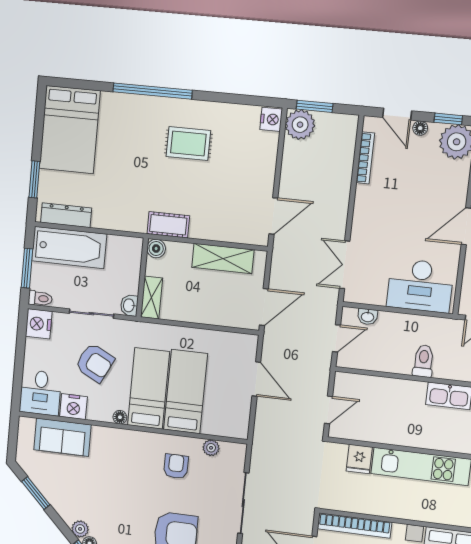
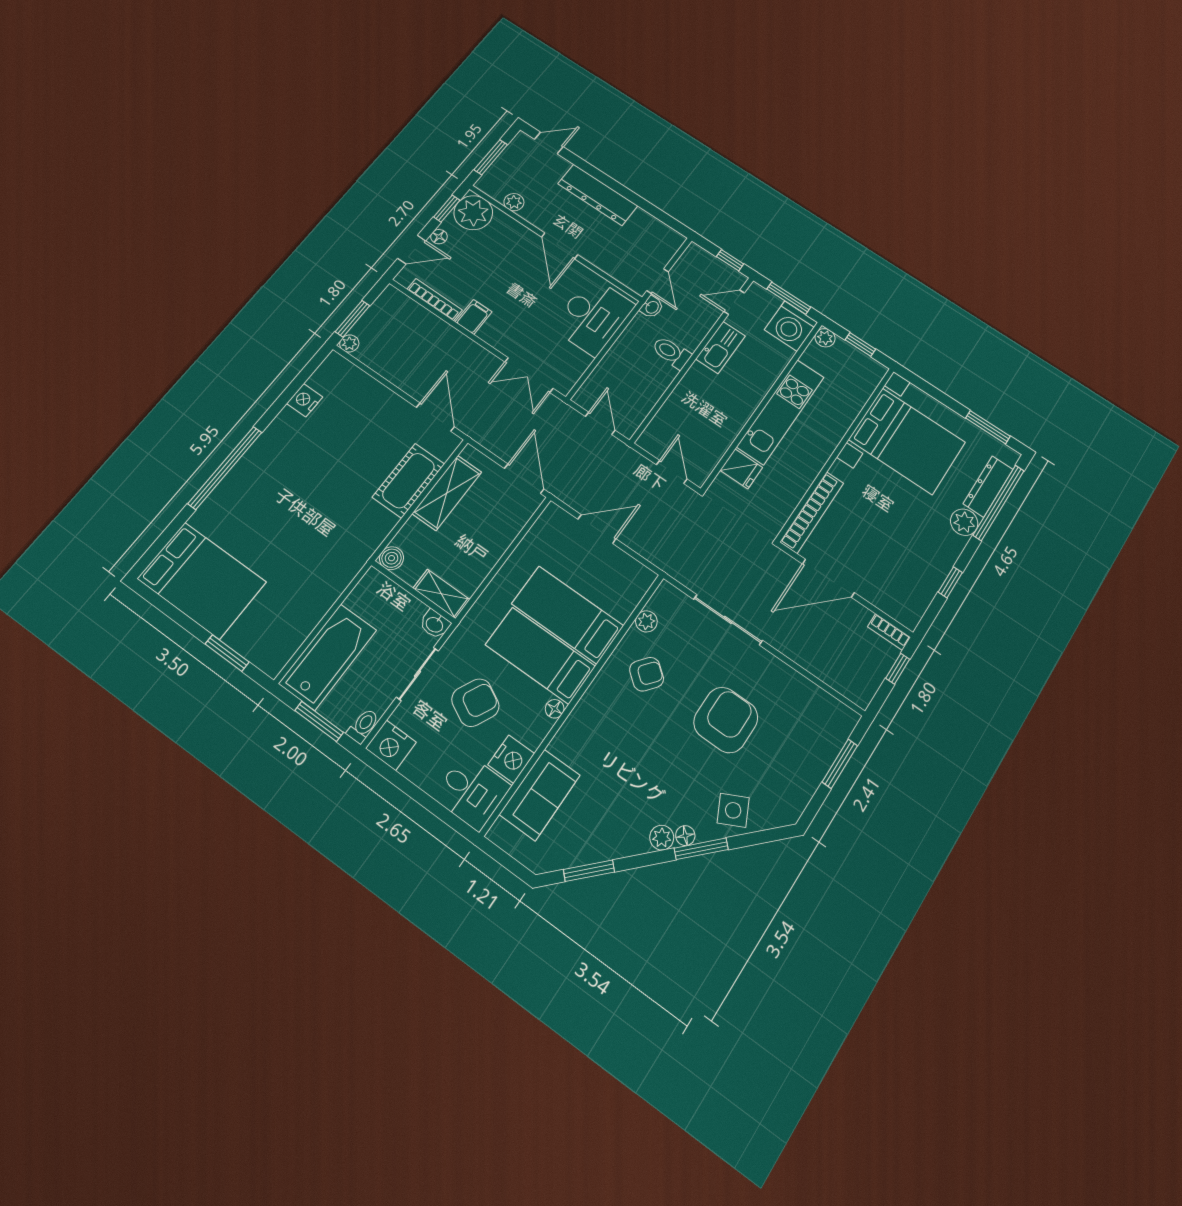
nightstand: (271, 119) -> (305, 400), moved, turned -90
plant: (300, 125) -> (349, 343), width x0.53, depth x0.53
rug: (188, 144) -> (304, 461), removed
filing cabinet: (368, 196) -> (474, 317), added
dresser: (66, 215) -> (290, 639), removed
cot: (168, 225) -> (409, 481), moved, width x1.37, depth x1.34
washbasin: (368, 317) -> (652, 307), moved
armchair: (176, 466) -> (647, 674), turned 129

